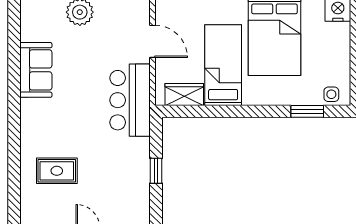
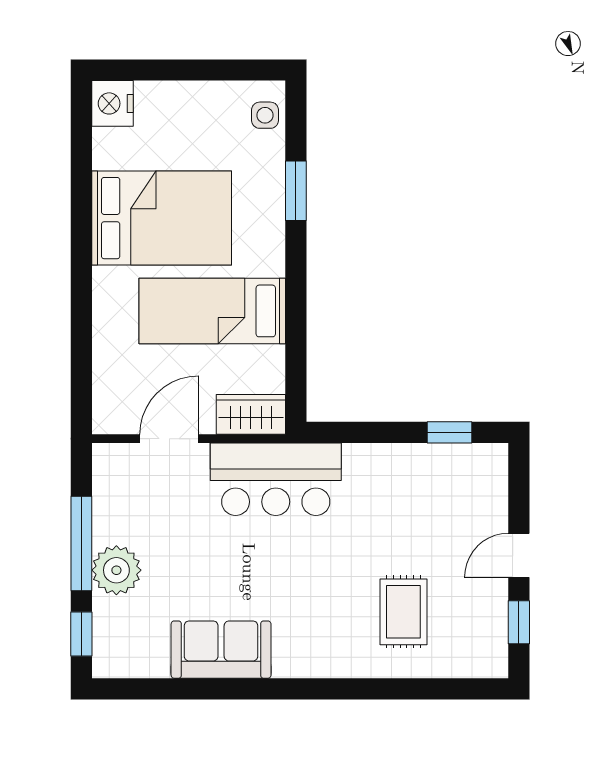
wardrobe: (184, 95) -> (251, 414), moved, turned 90
window: (307, 111) -> (296, 191), moved
window: (156, 171) -> (449, 432), moved

